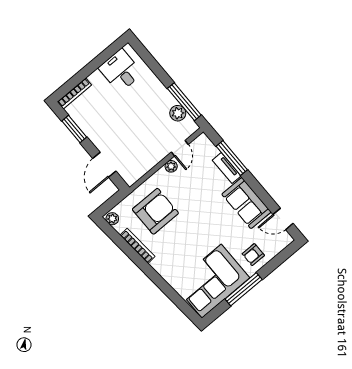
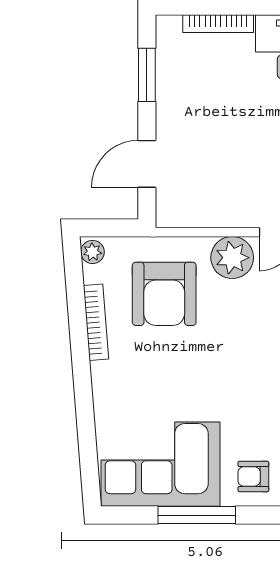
bookcase: (74, 93) -> (218, 24), moved
plant: (171, 166) -> (232, 258), width x1.88, depth x1.88
armchair: (155, 211) -> (164, 294), turned 90

